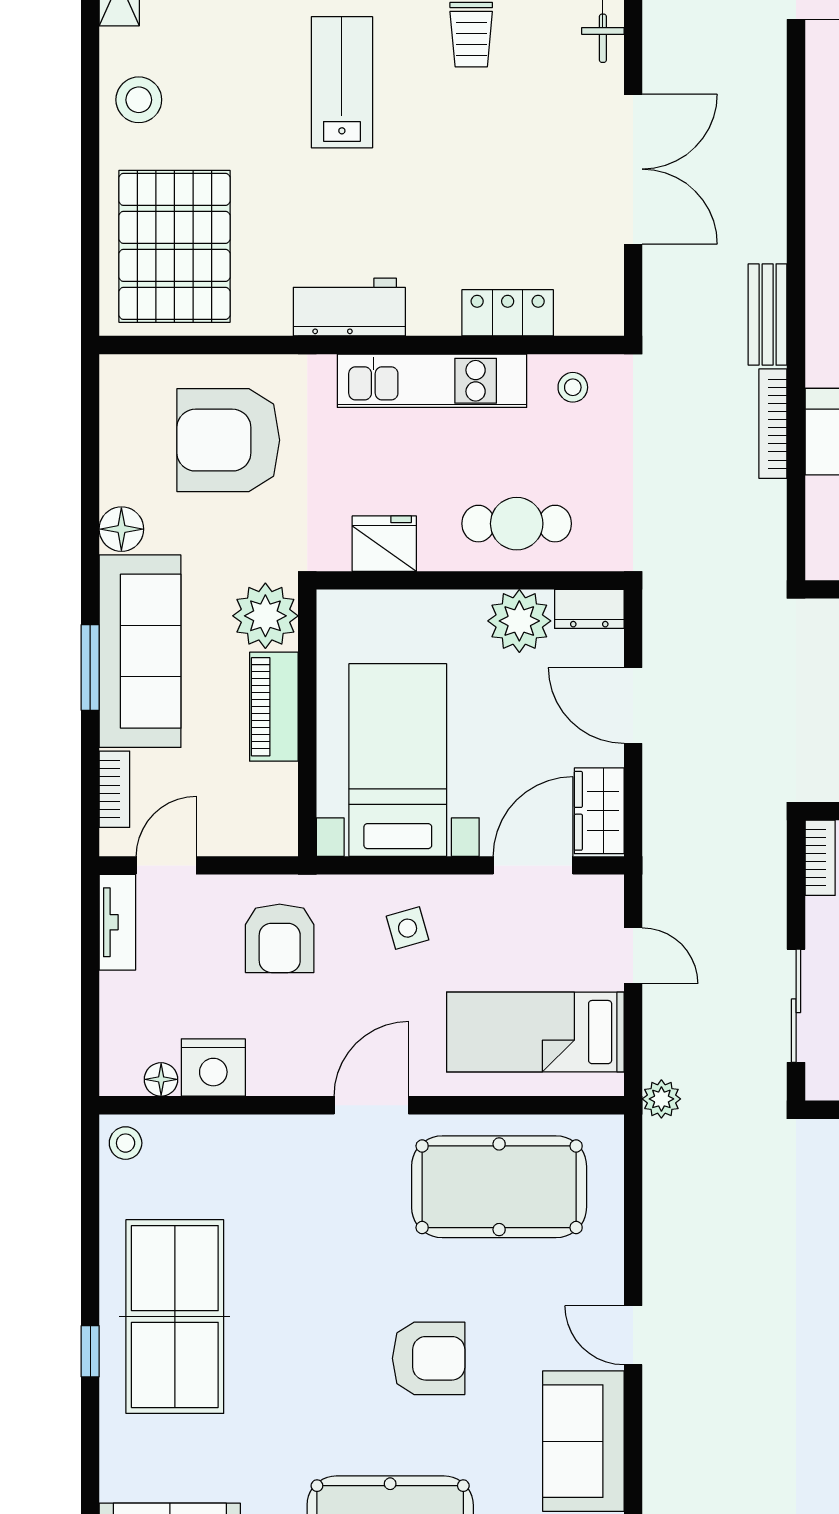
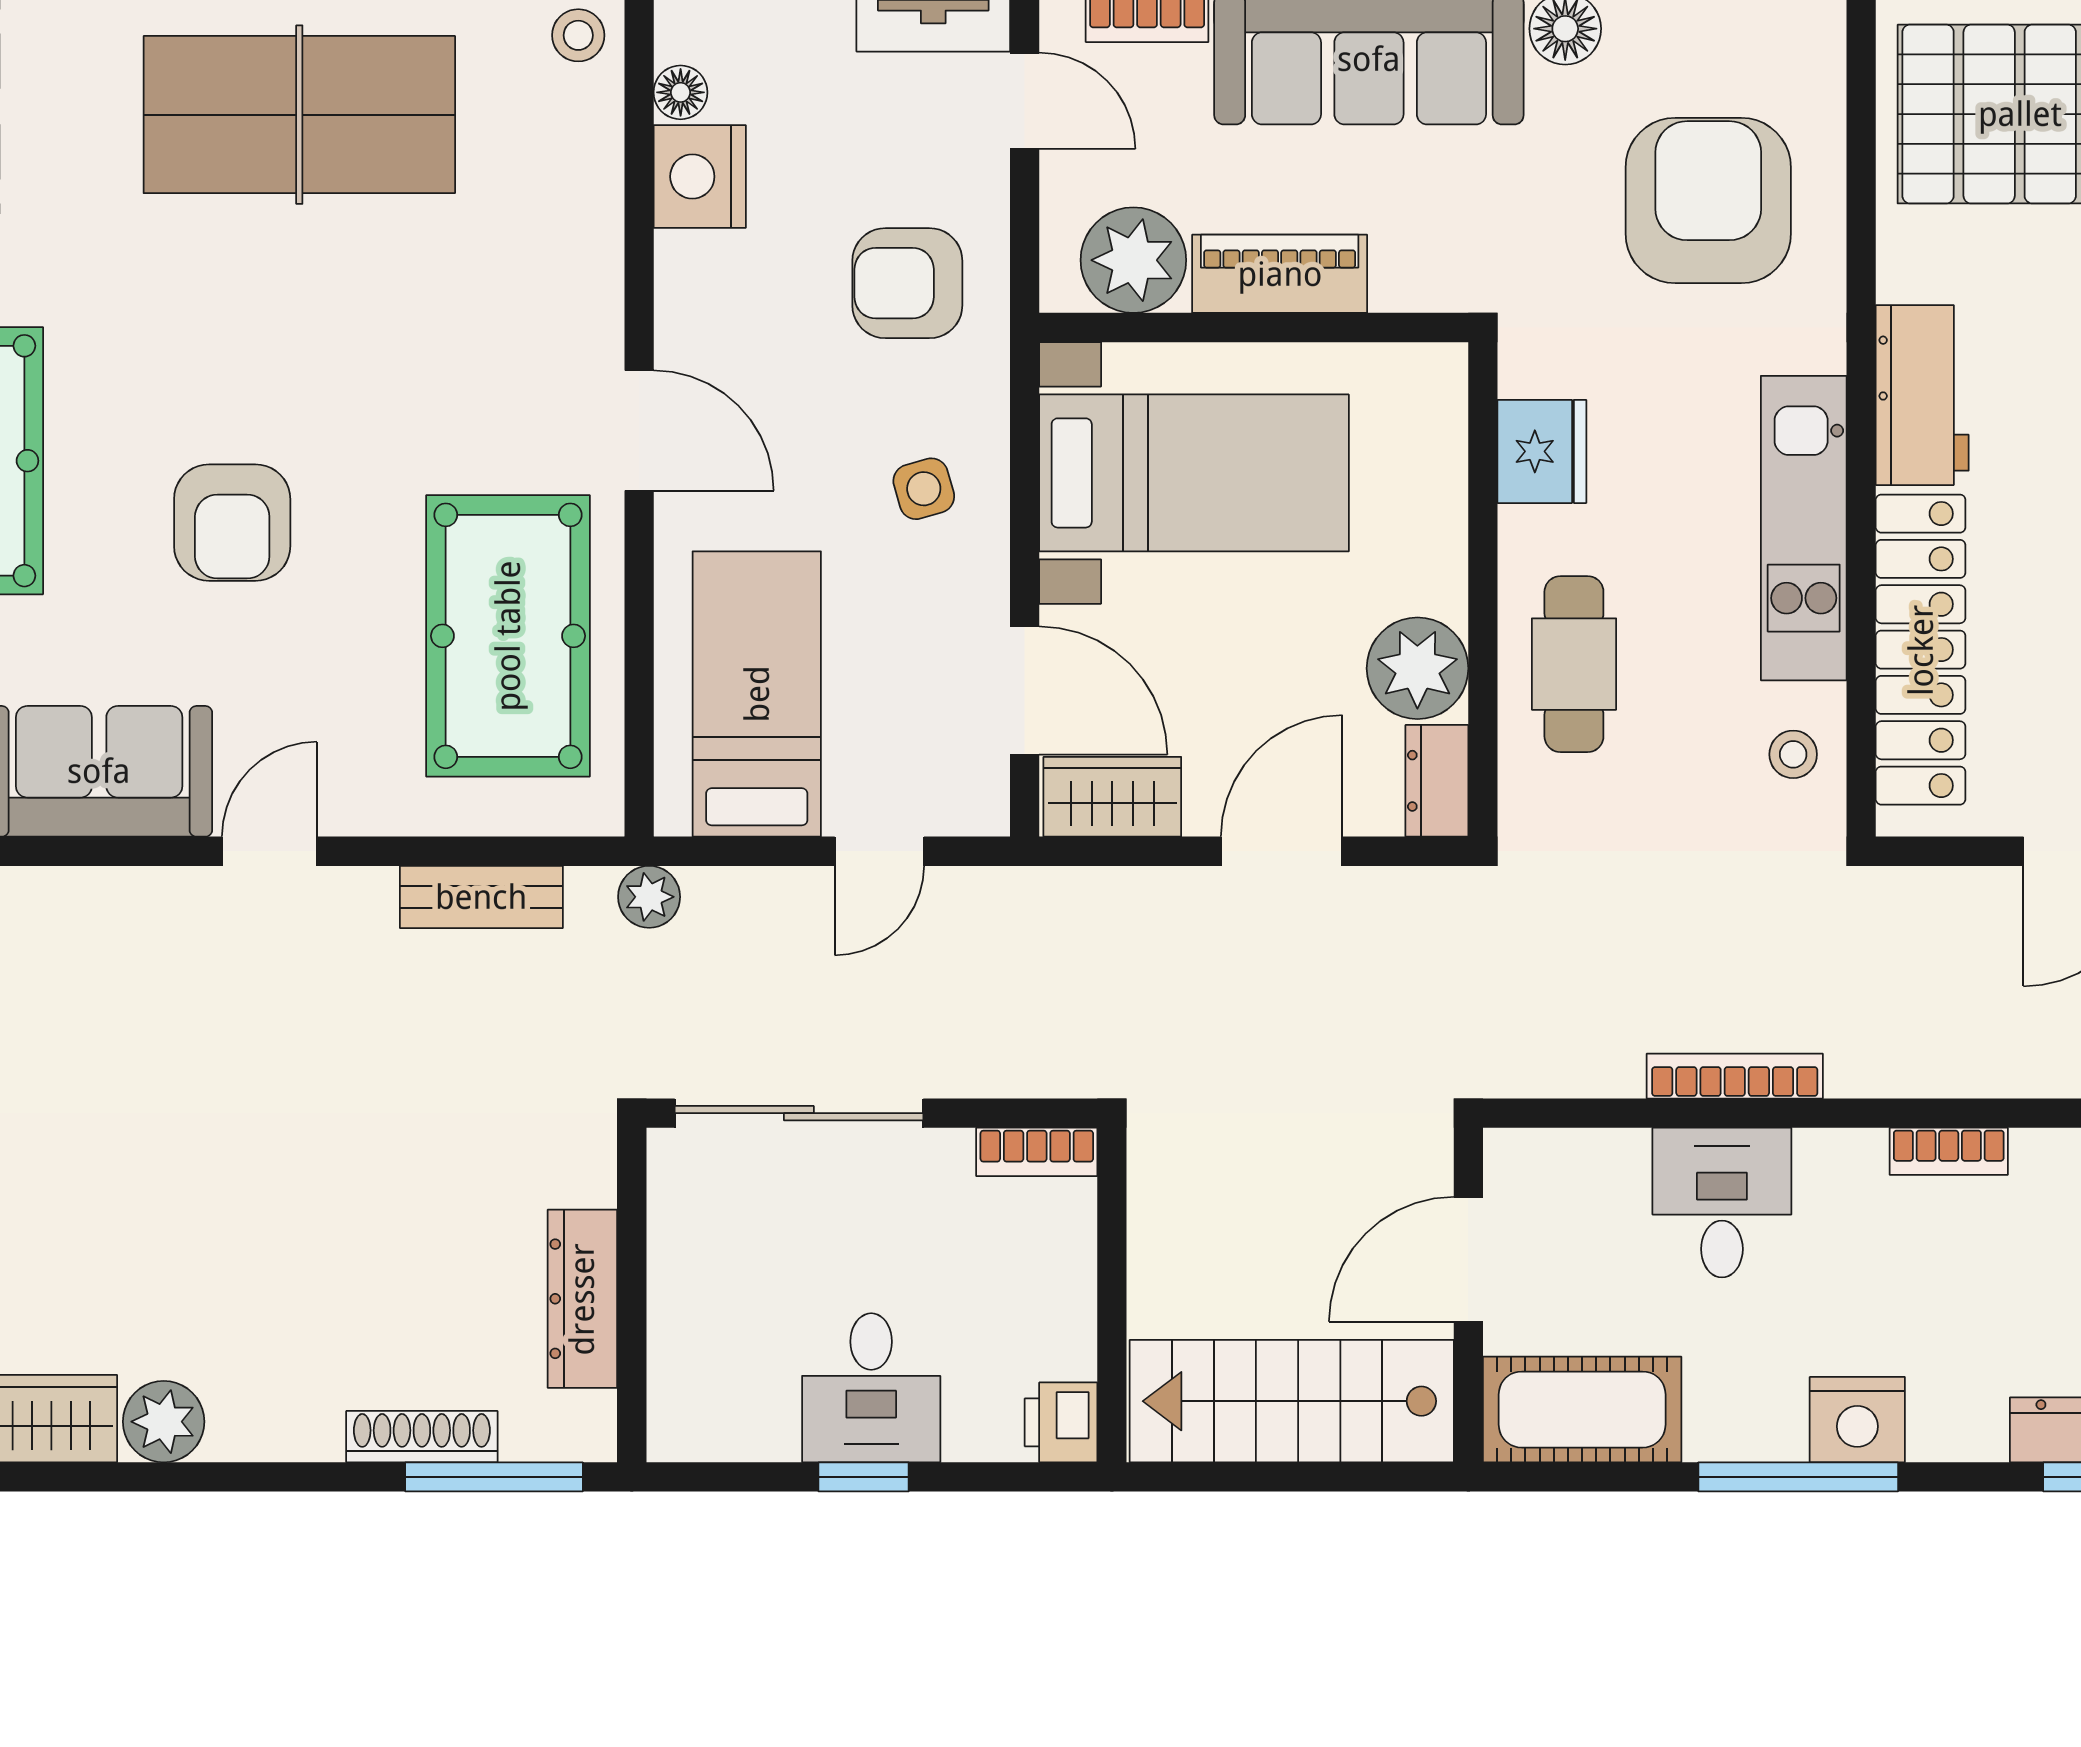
bookcase: (820, 290) -> (1949, 1151), added
locker: (508, 313) -> (1921, 650), width x2.16, depth x1.21
bench: (768, 314) -> (481, 897), moved
plant: (265, 616) -> (1133, 260), moved
sliding door: (796, 1006) -> (799, 1113), width x1.37

